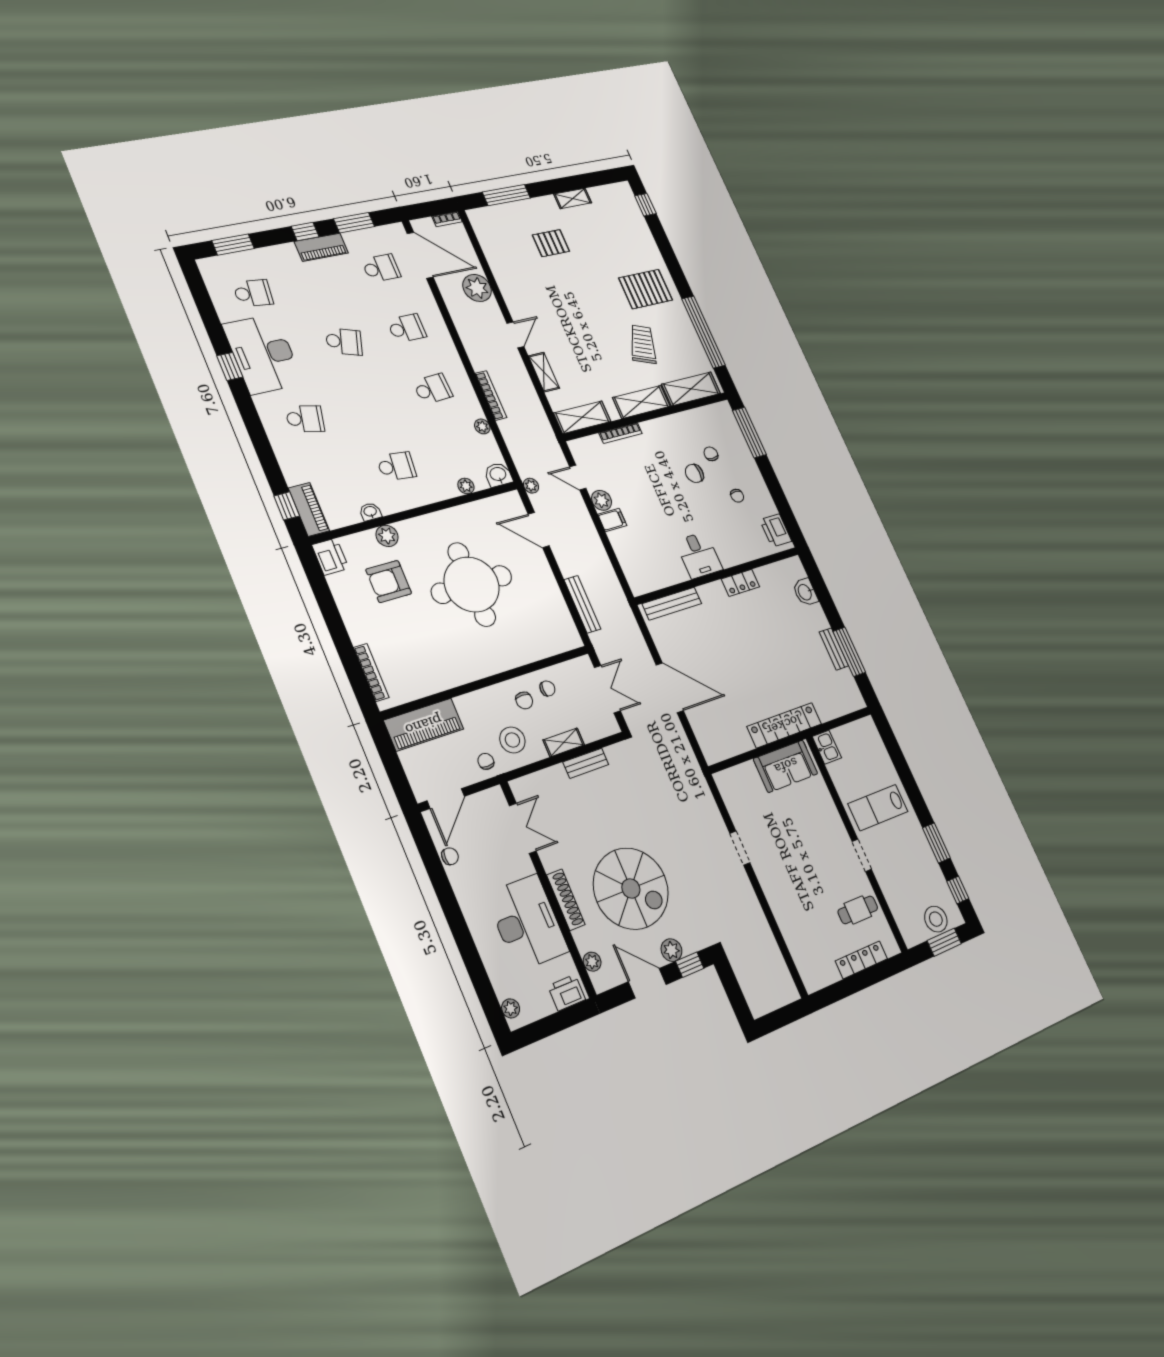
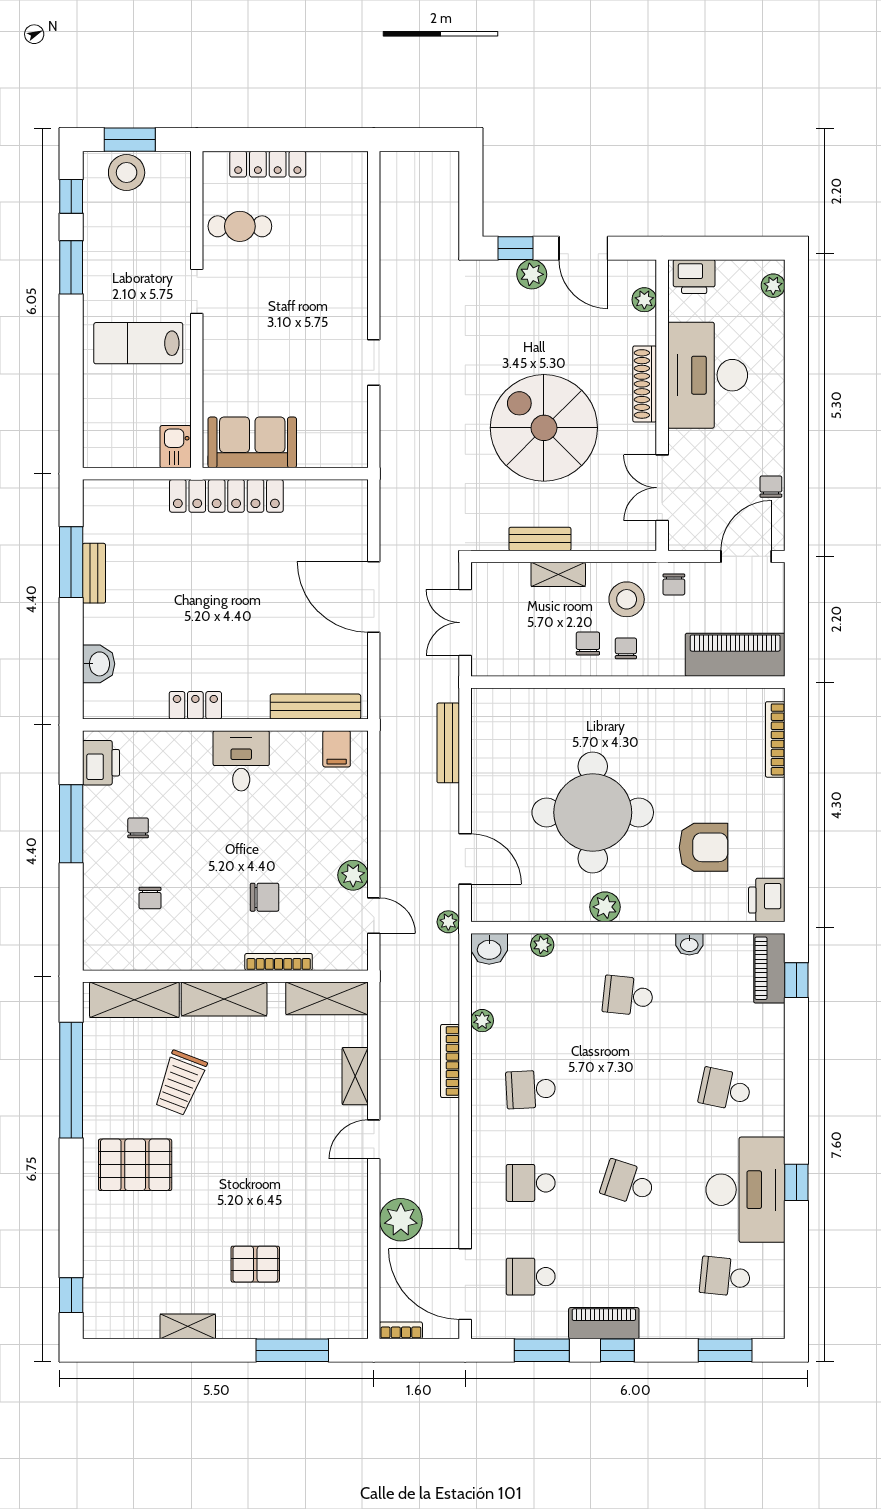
window: (749, 433) -> (71, 824), moved
chair: (694, 473) -> (265, 897), moved
filing cabinet: (612, 520) -> (337, 749), moved, turned -90
plant: (387, 536) -> (605, 907), moved
chair: (547, 688) -> (626, 648), moved, turned 90
lab bench: (878, 808) -> (138, 343), turned 180
chair: (450, 856) -> (771, 487), turned 90
spiral stairs: (631, 889) -> (544, 428), moved

